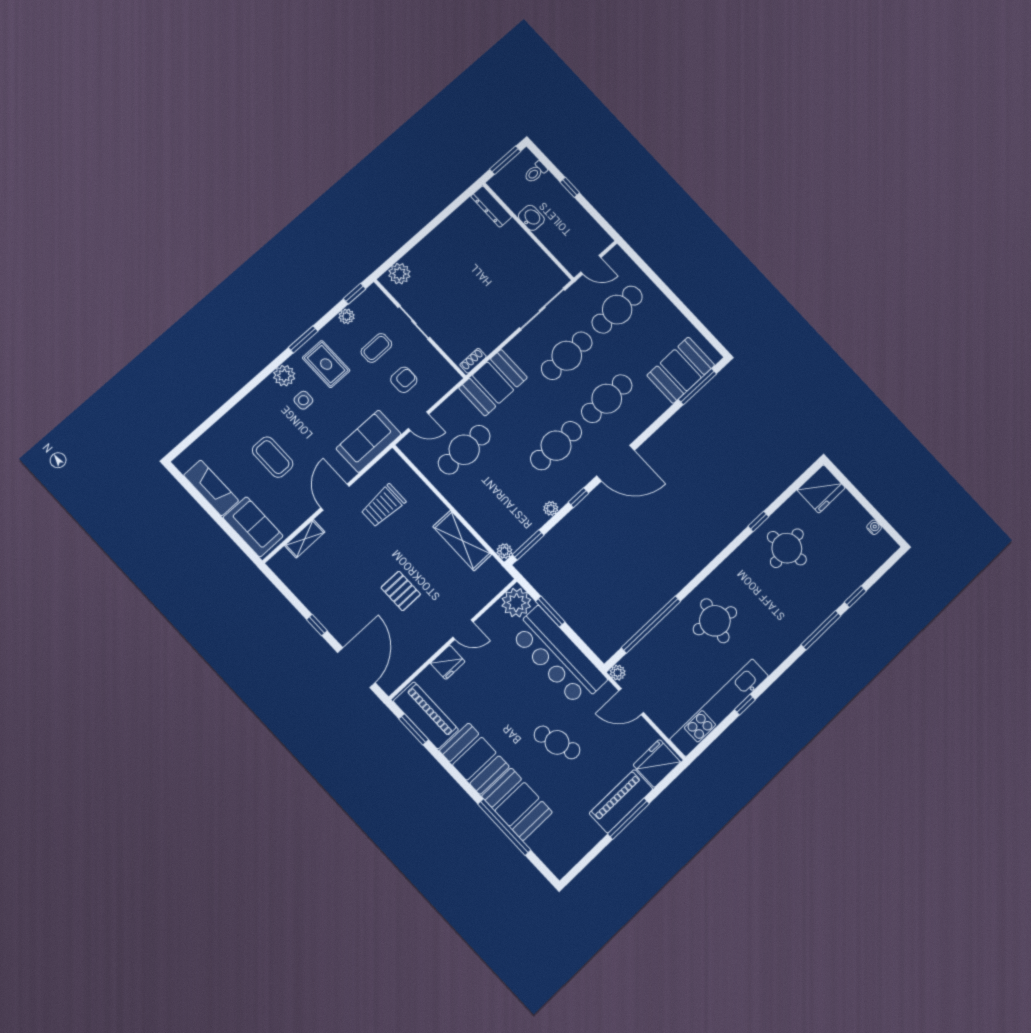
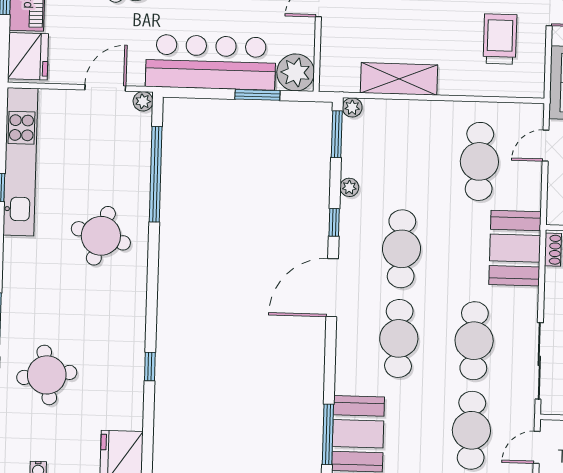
round table: (787, 548) -> (47, 375), moved

